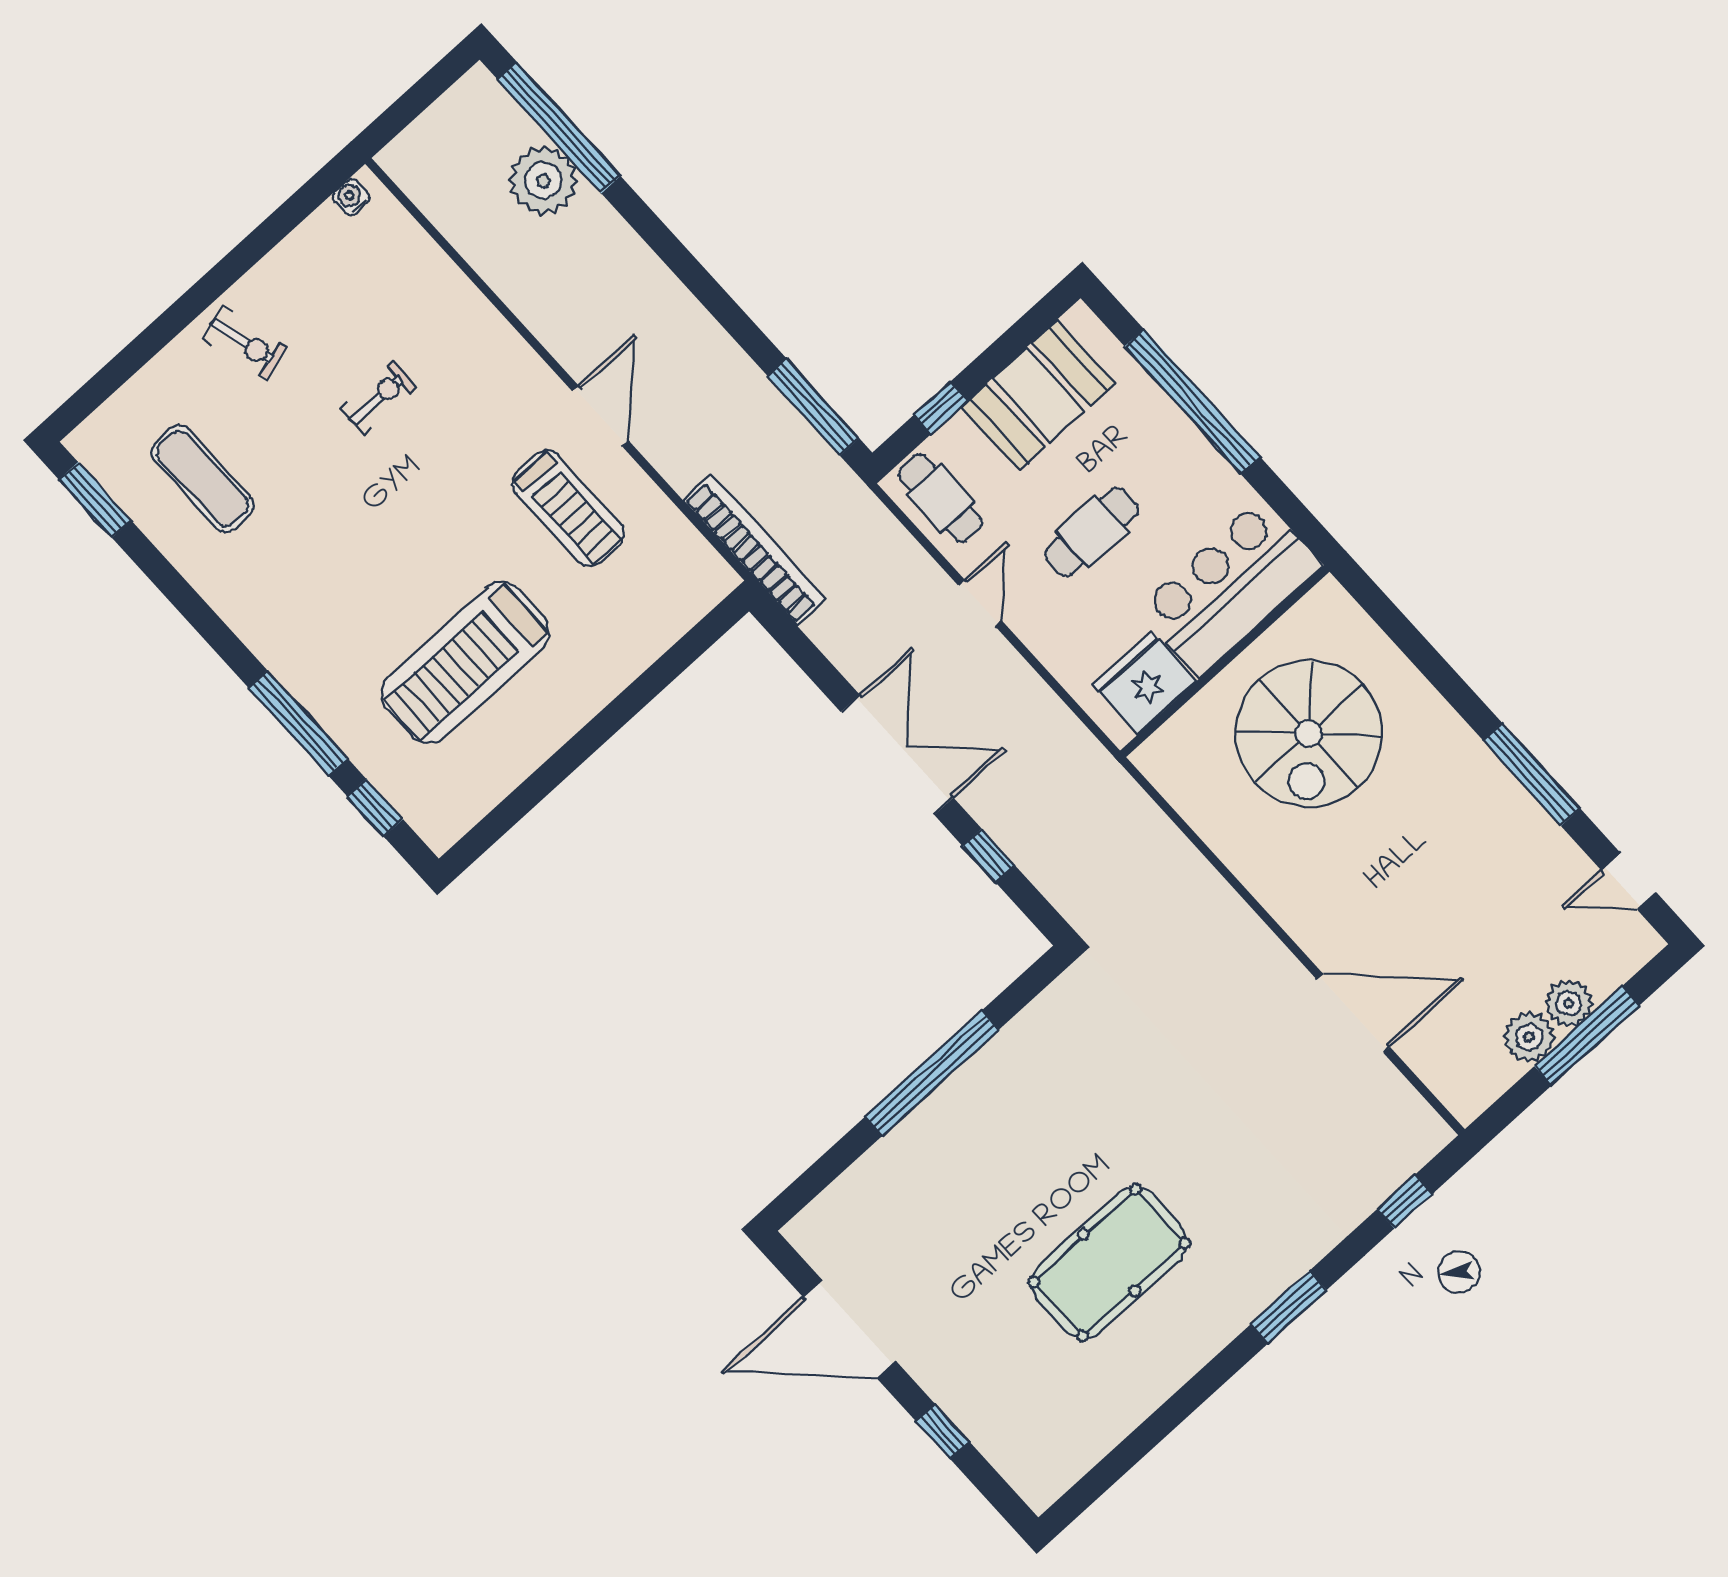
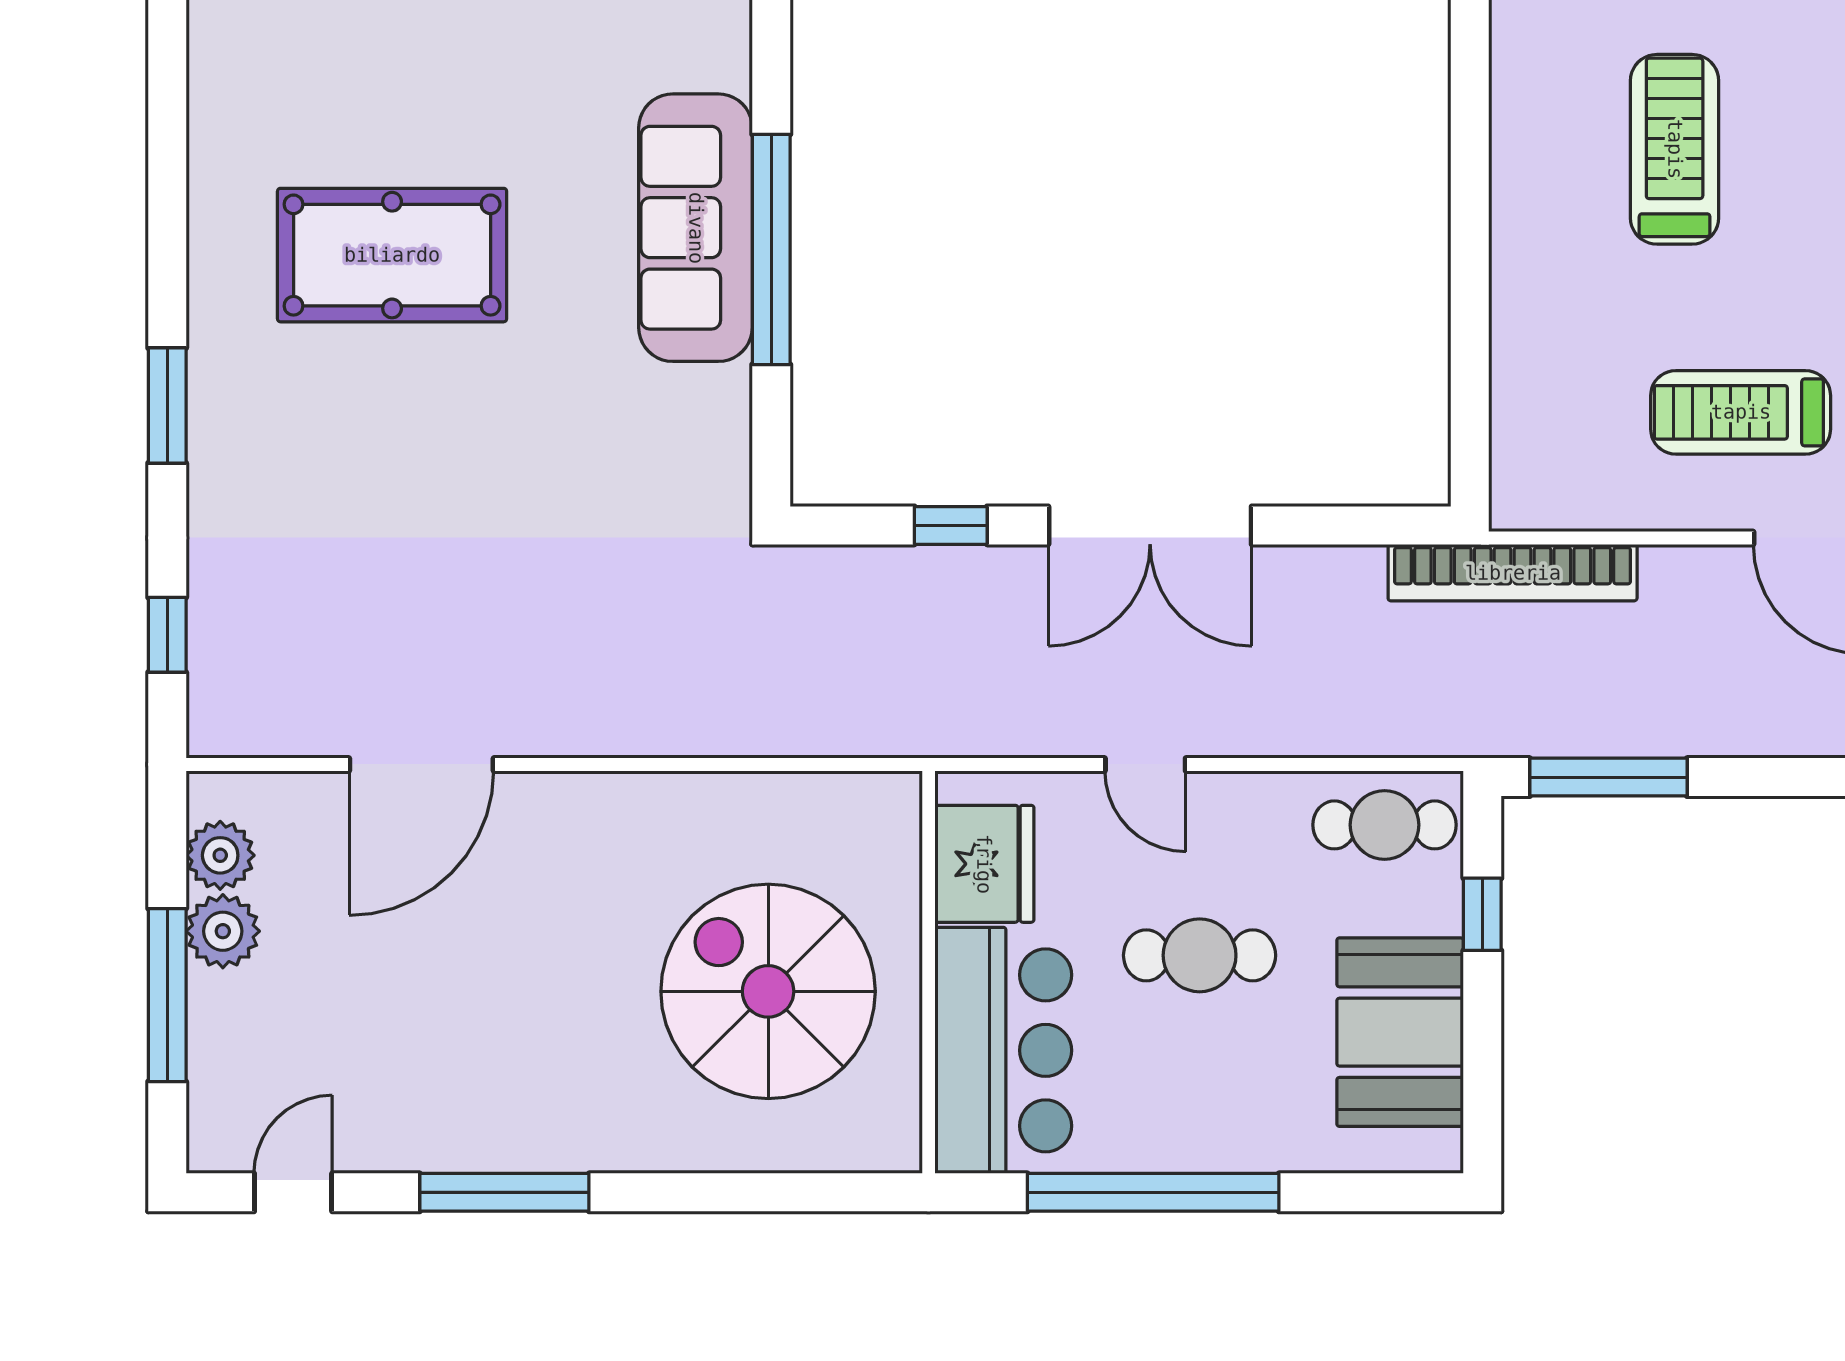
window: (1192, 401) -> (1153, 1192), moved
cafe table: (1092, 532) -> (1200, 955), turned 90
door: (980, 603) -> (1145, 764), moved
treadmill: (465, 663) -> (1675, 149), width x0.73, depth x0.73
plant: (1569, 1003) -> (220, 855), moved
sofa: (956, 1122) -> (696, 228), added
pool table: (1109, 1263) -> (392, 255), turned 90

